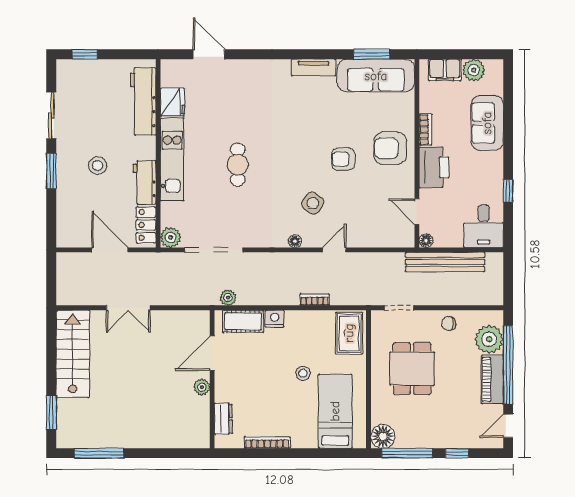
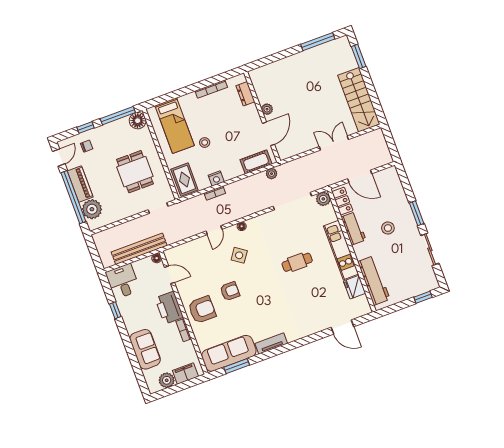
cafe table: (238, 165) -> (297, 262), turned 90
nightstand: (275, 319) -> (216, 179), moved
chair: (449, 324) -> (87, 146), moved

